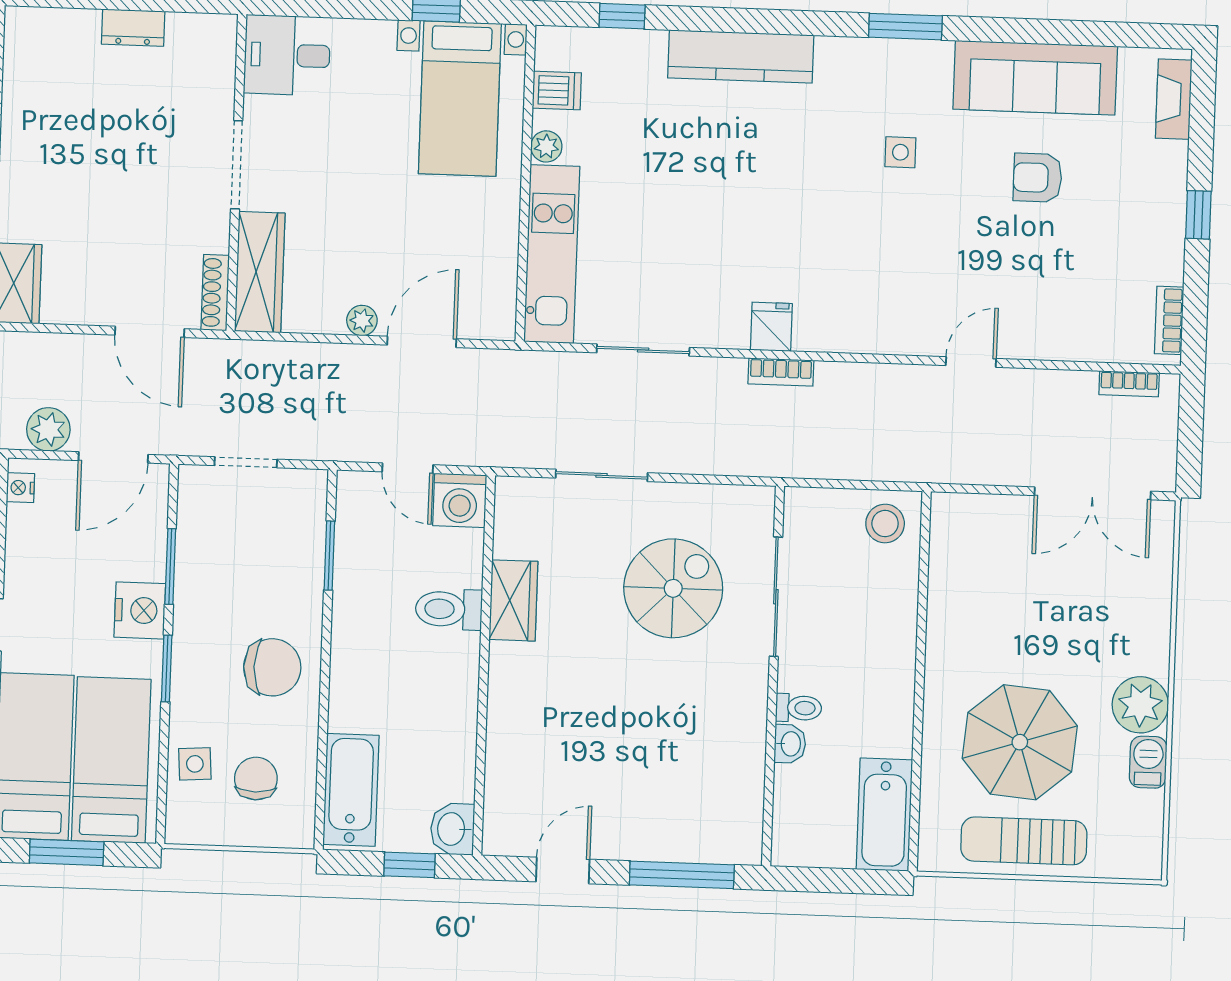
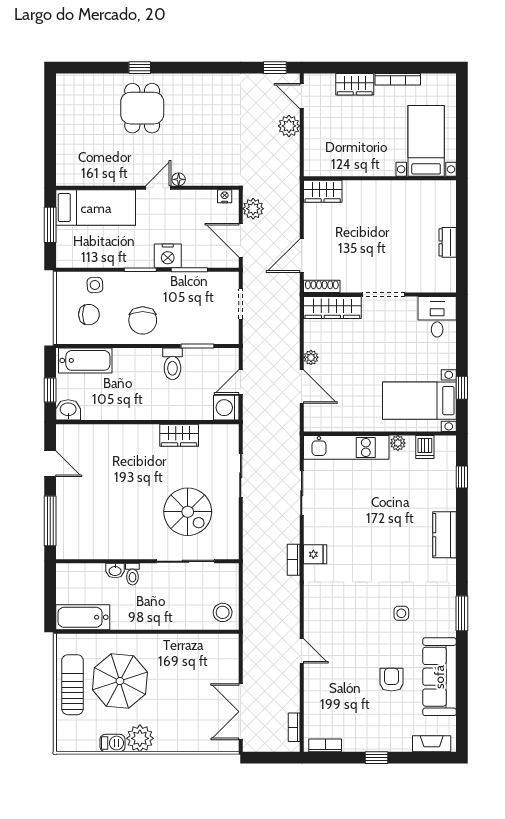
kitchen counter: (741, 57) -> (444, 535), width x0.67
toilet: (449, 609) -> (172, 364), moved, turned 180
bed: (111, 760) -> (95, 245), removed

